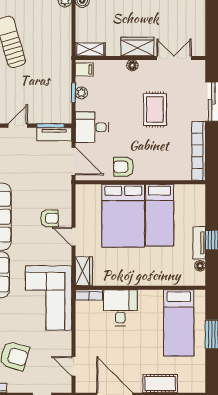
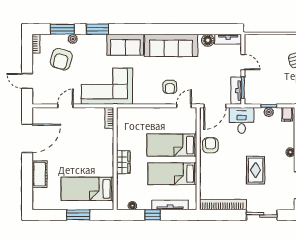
rug: (155, 110) -> (256, 170), turned 90
bed: (123, 216) -> (172, 145), width x0.67
door: (73, 237) -> (184, 106), moved
tv unit: (199, 243) -> (170, 205), moved, width x1.41
wardrobe: (84, 271) -> (123, 162), moved, turned -90
desk: (120, 308) -> (99, 143), removed
door: (73, 366) -> (65, 106), moved

